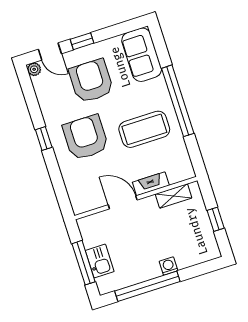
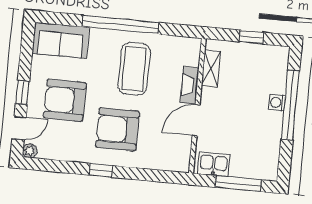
kitchen sink: (100, 261) -> (214, 164), moved
window: (147, 286) -> (290, 105), moved

